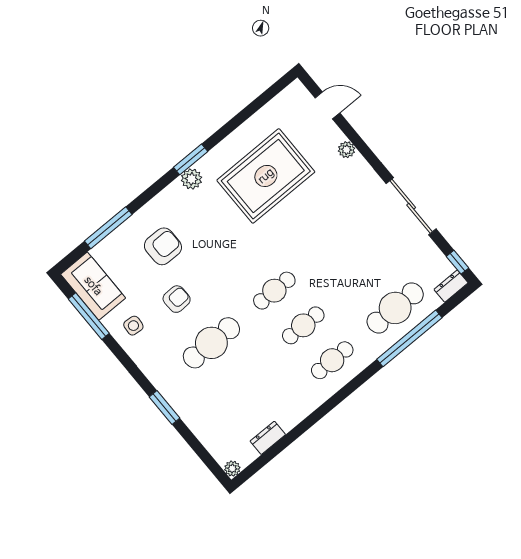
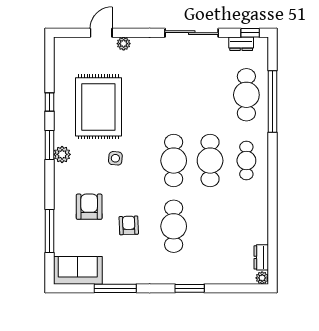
door: (327, 105) -> (101, 33), moved
window: (232, 125) -> (50, 102), added
dresser: (451, 286) -> (241, 44), moved, turned -90
cafe table: (274, 291) -> (174, 161), width x1.37, depth x1.35
window: (89, 316) -> (115, 288), moved
cafe table: (303, 325) -> (210, 161), width x1.37, depth x1.35
side table: (133, 326) -> (115, 158), moved
dresser: (268, 438) -> (261, 257), moved

